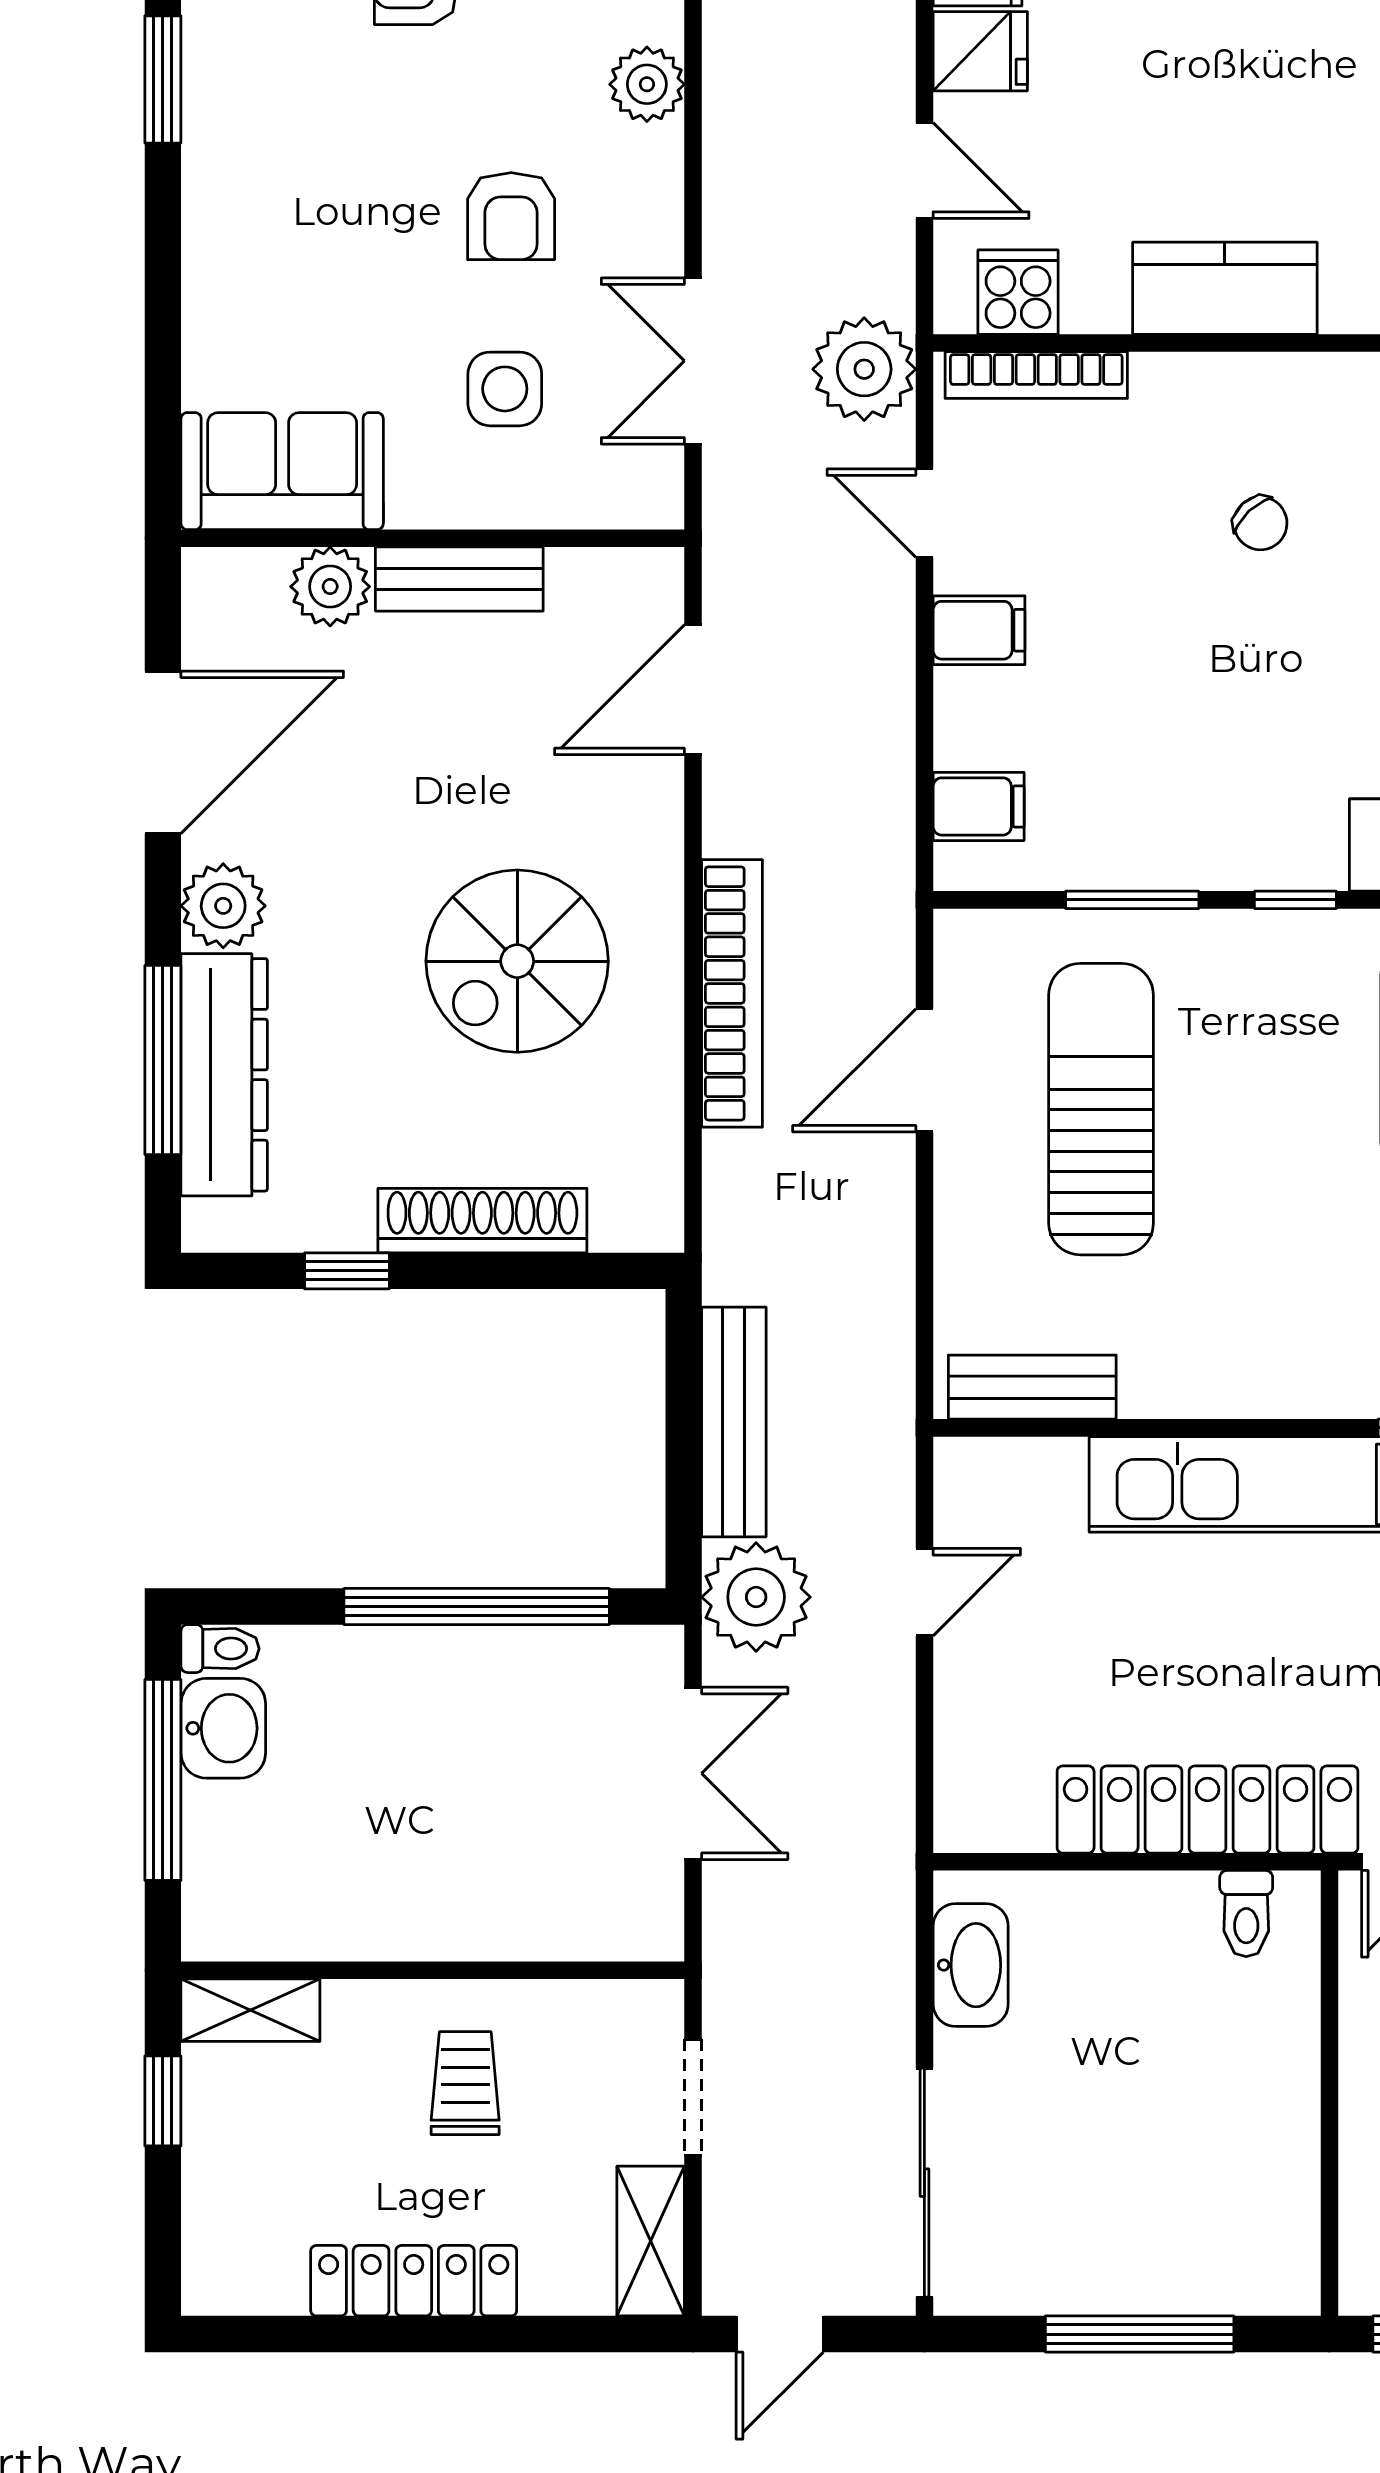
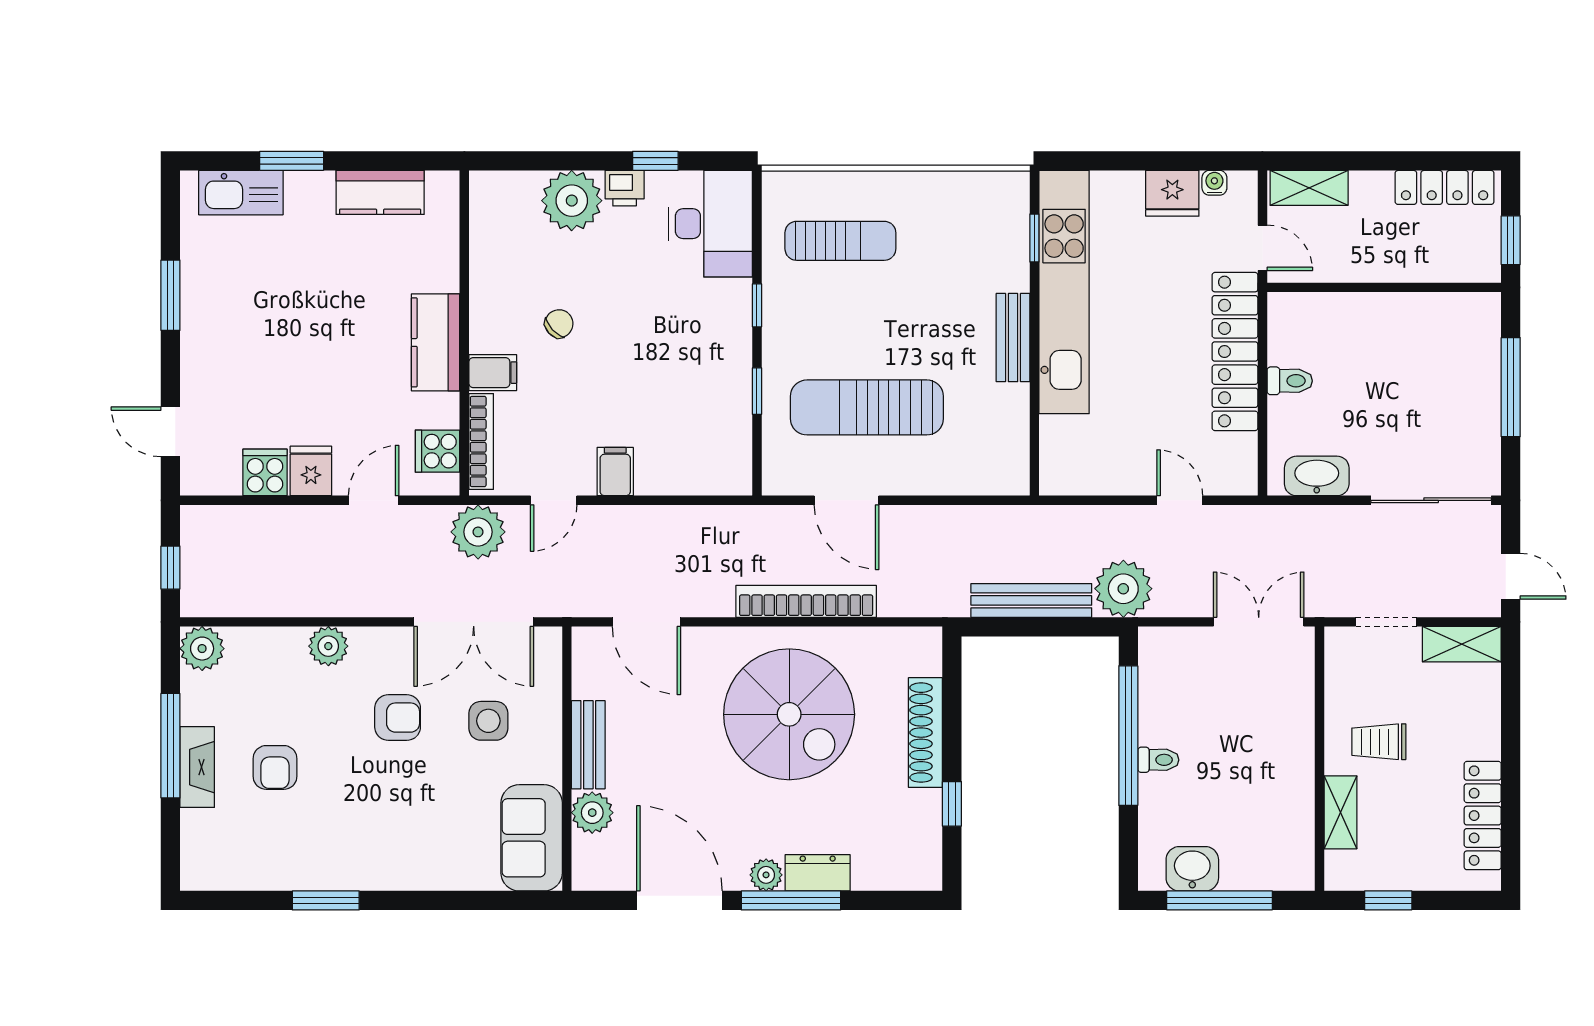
double door: (693, 361) -> (474, 622), width x1.37
filing cabinet: (979, 806) -> (493, 373), moved, turned 90
window: (1132, 900) -> (757, 391), width x0.67
plant: (223, 906) -> (766, 875), width x0.73, depth x0.73
spiral stairs: (517, 961) -> (789, 714), width x1.37, depth x1.37
window: (163, 1060) -> (791, 900), moved
dresser: (224, 1075) -> (818, 873), width x0.51, depth x0.80
bench: (1032, 1387) -> (1013, 338), moved
door: (924, 1592) -> (1180, 500), moved
toilet: (220, 1649) -> (1158, 760), moved, turned 90
double door: (693, 1773) -> (1259, 622), moved
toilet: (1246, 1914) -> (1290, 381), moved
shelving: (250, 2010) -> (1340, 812), moved
locker: (414, 2281) -> (1483, 816), moved

